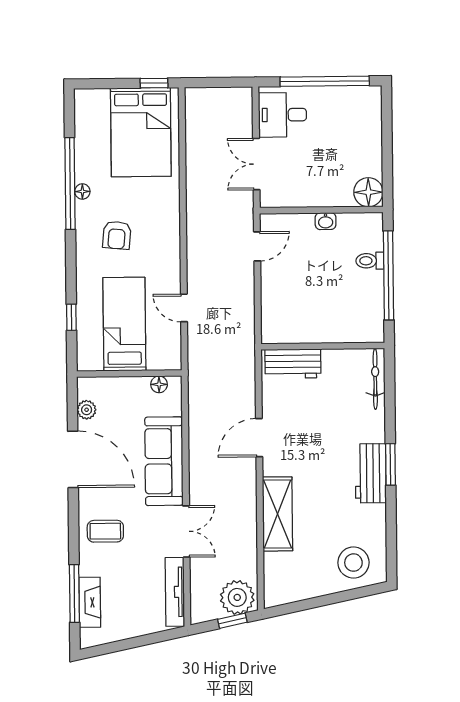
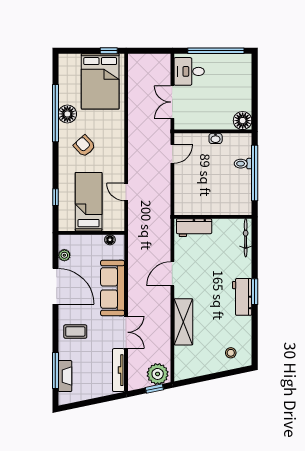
floor lamp: (82, 191) -> (67, 114), width x1.89, depth x1.89
armchair: (117, 235) -> (84, 146), turned 132
stool: (353, 563) -> (231, 353), width x0.53, depth x0.53

